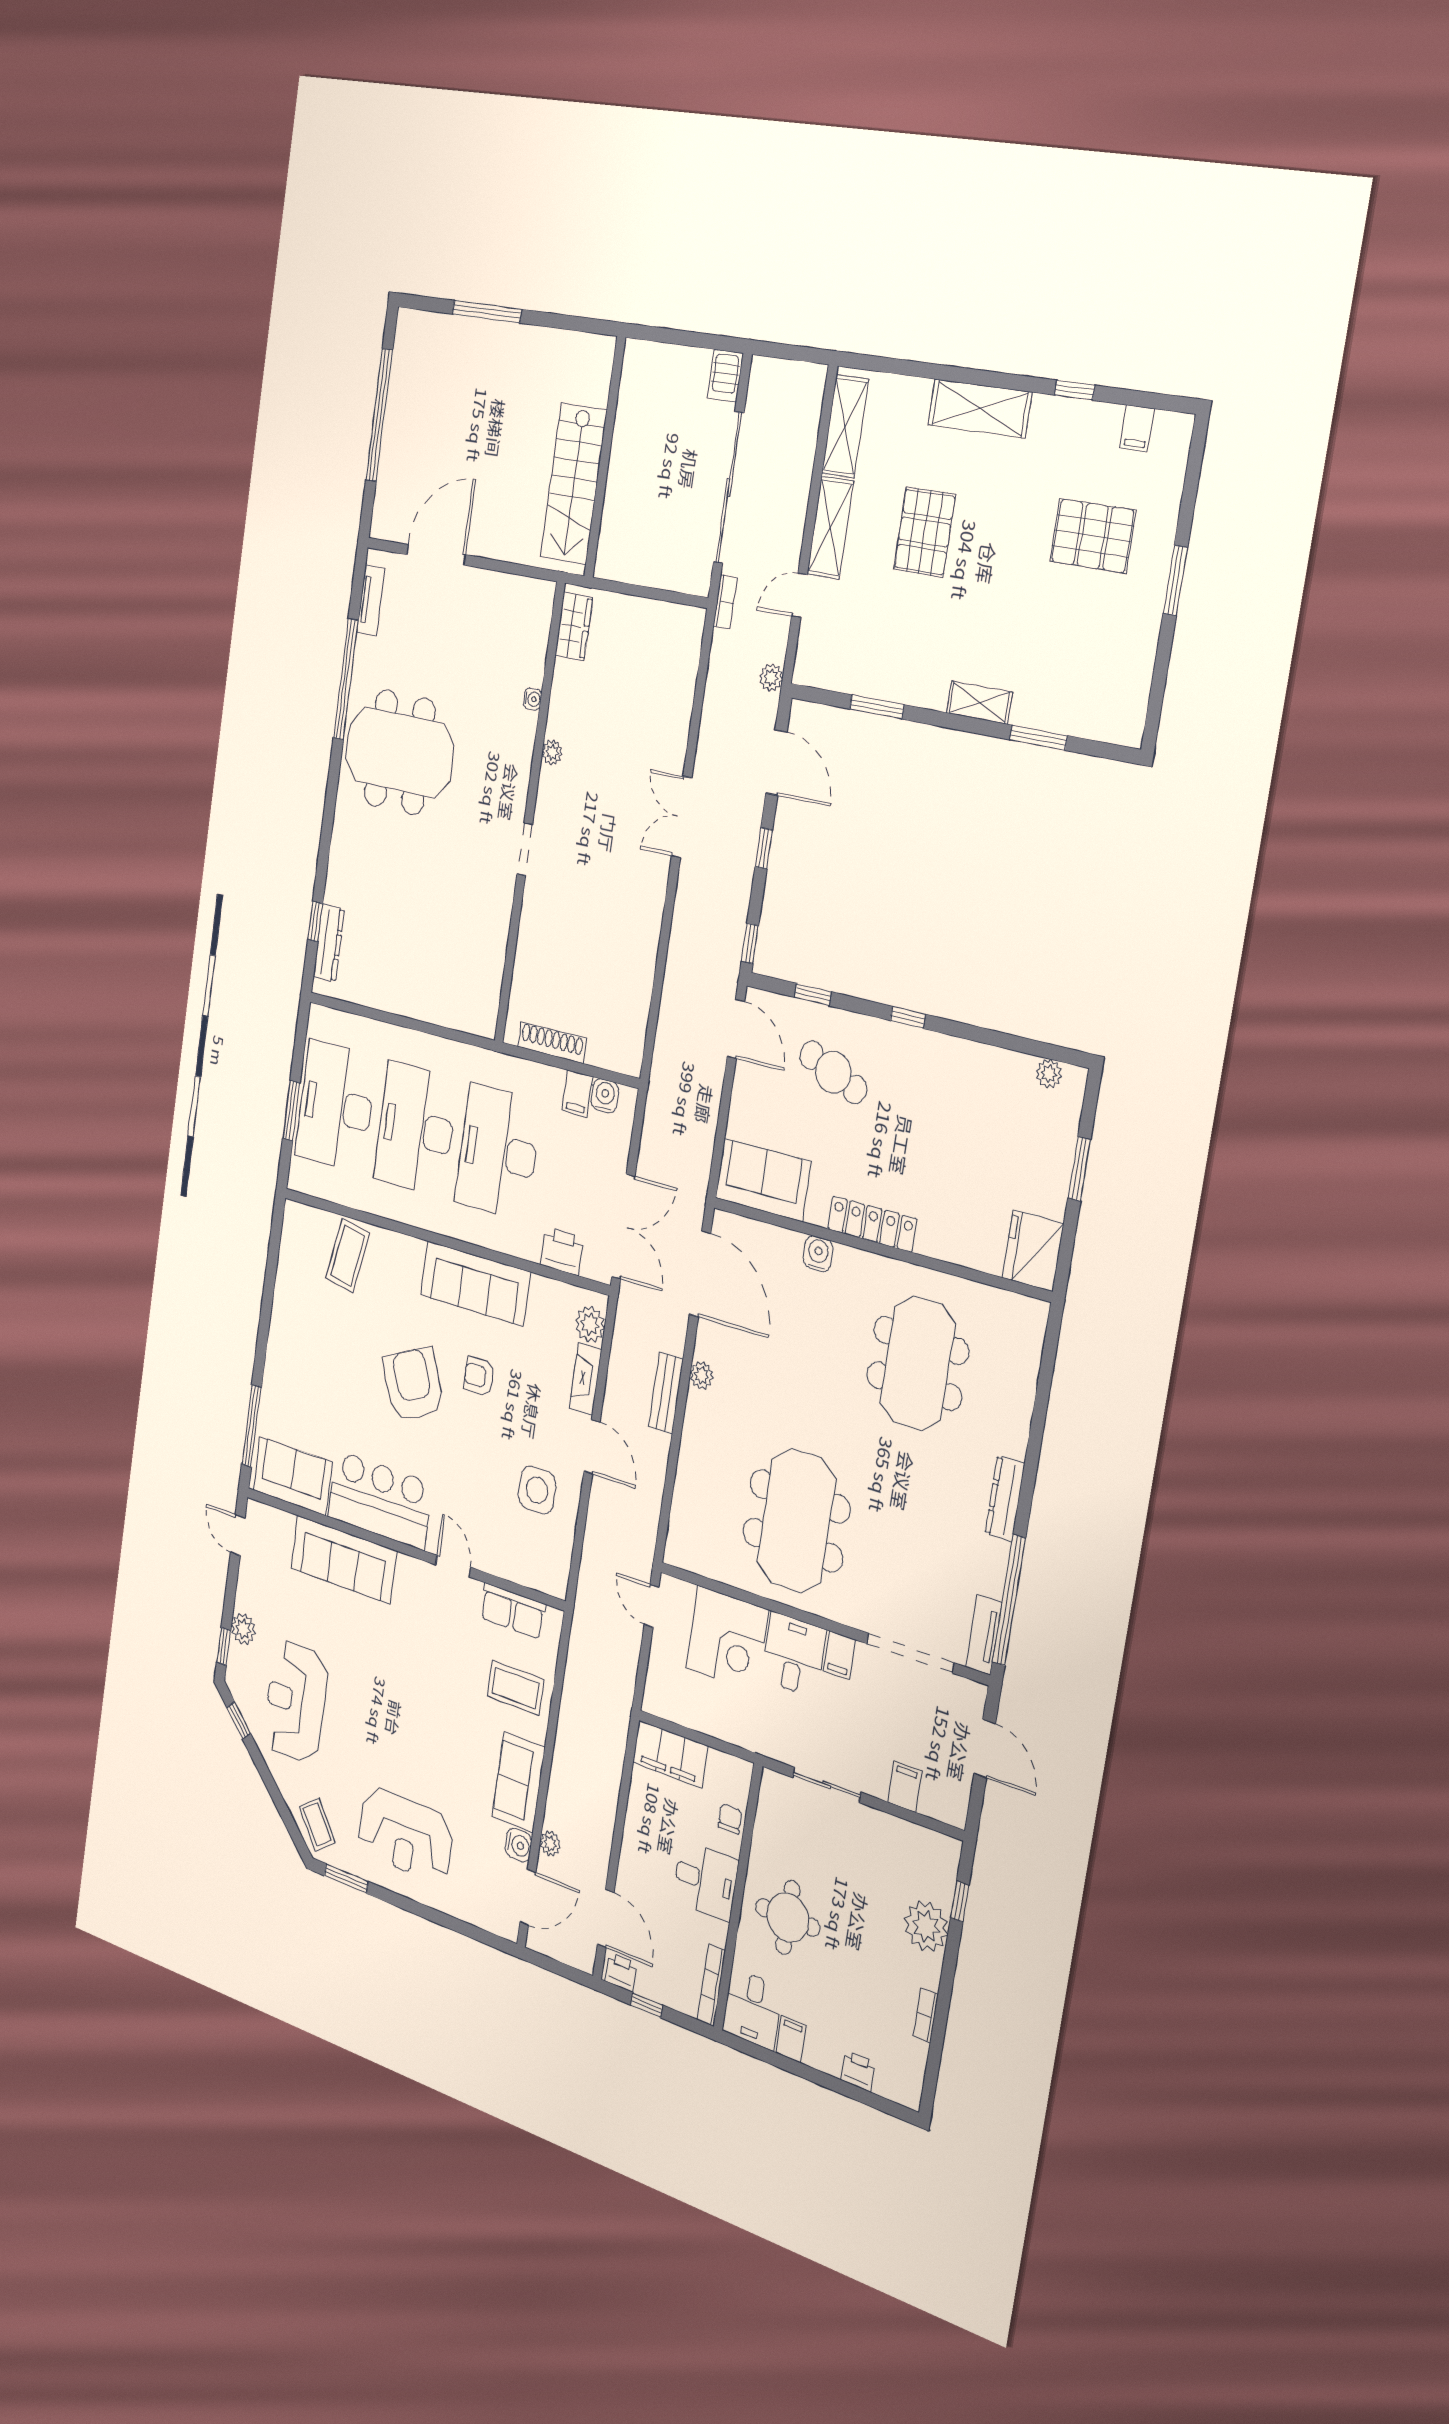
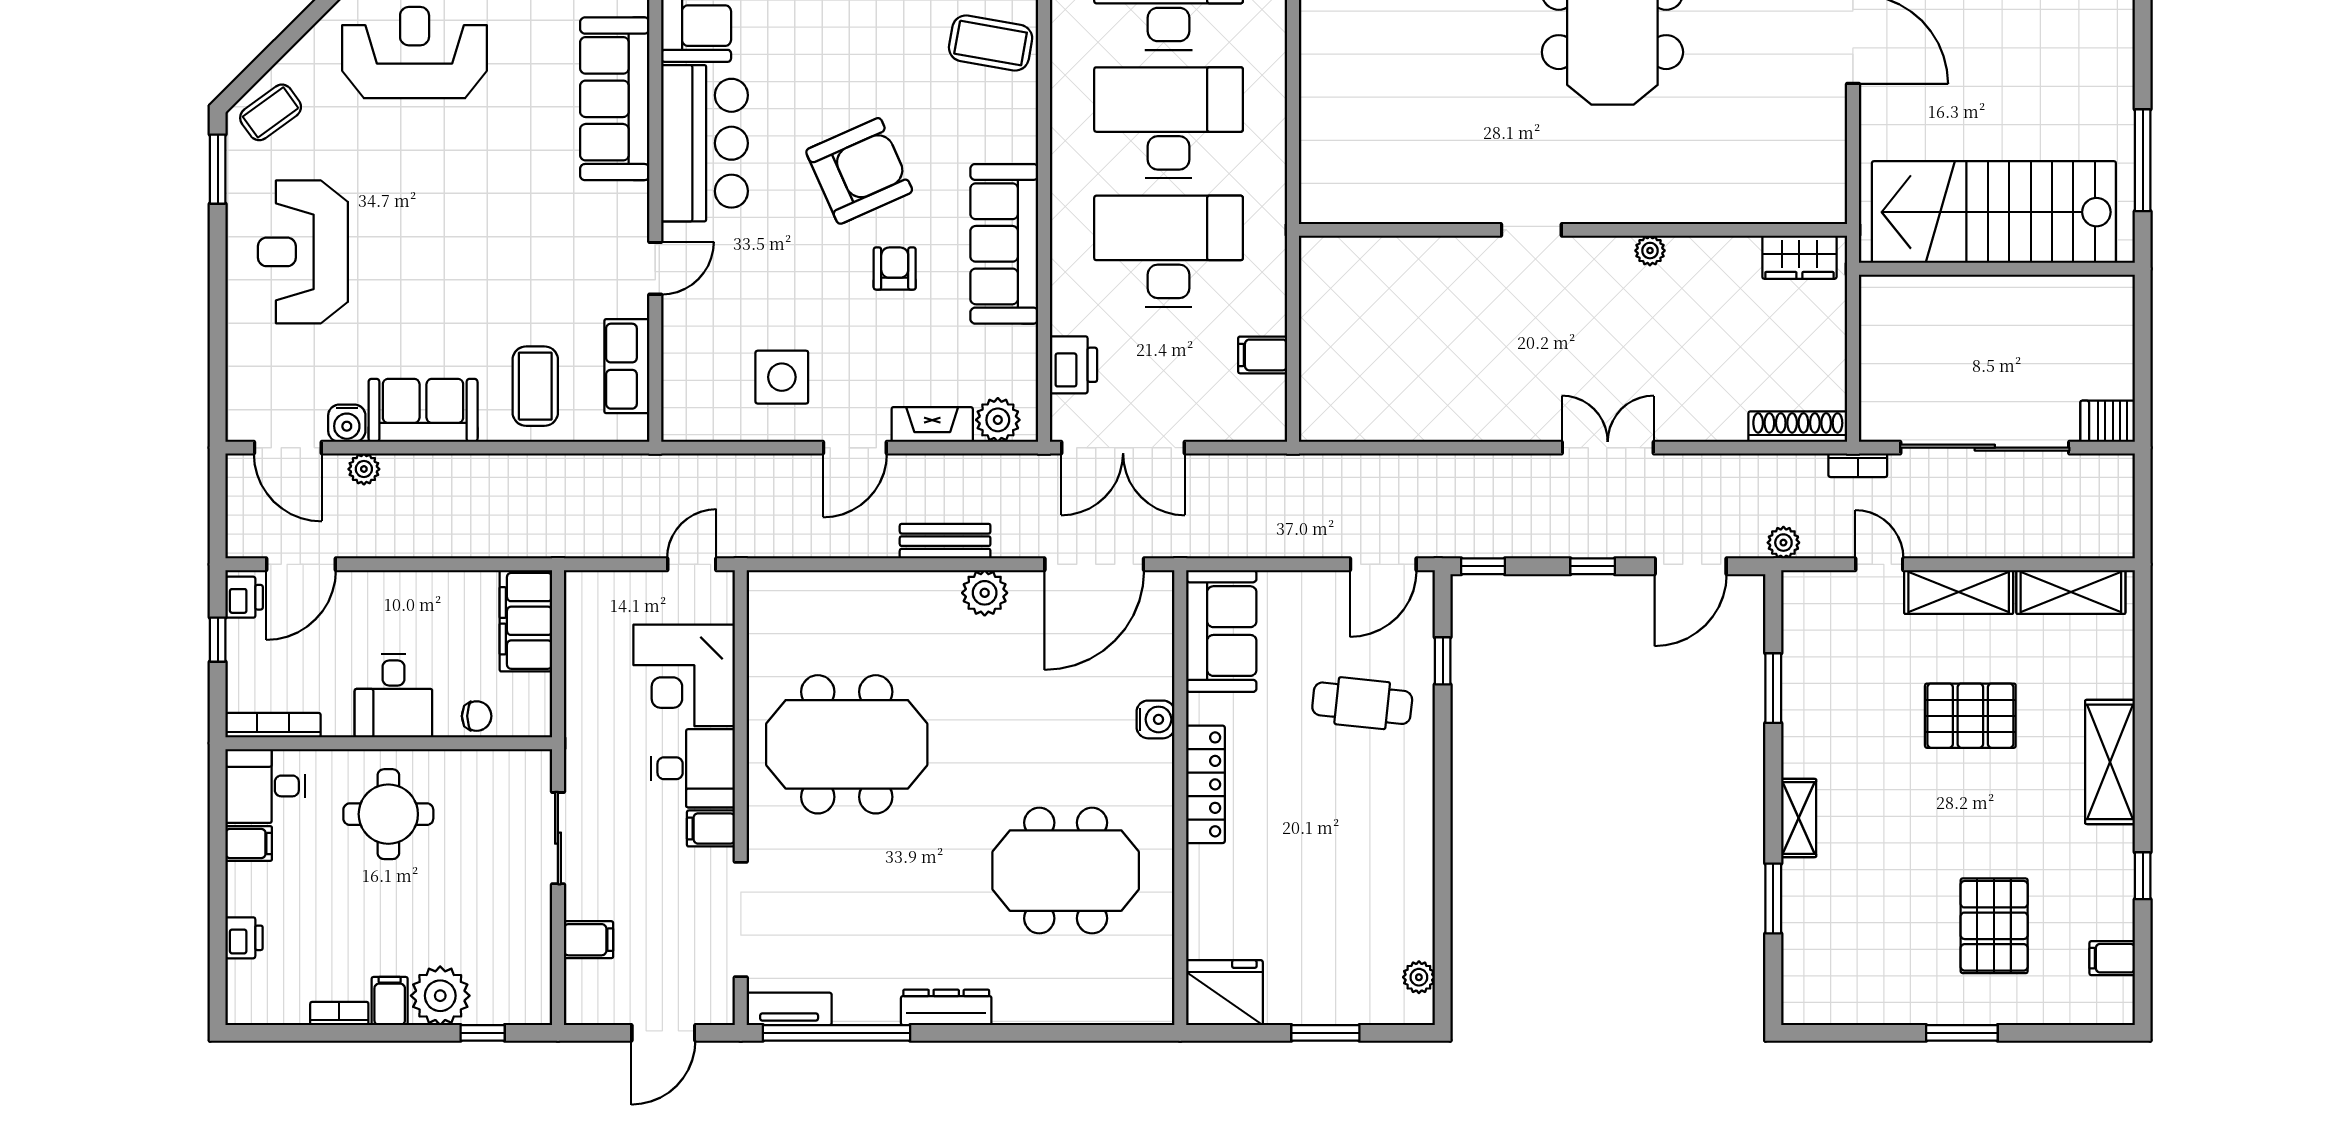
window: (487, 312) -> (2143, 160), moved
stairs: (574, 484) -> (1994, 212), width x1.36, depth x1.51
water cooler: (533, 699) -> (1707, 212), removed
window: (908, 1017) -> (1443, 789), removed
shoe rack: (552, 1043) -> (1798, 427), moved, turned -90
cafe table: (833, 1072) -> (1362, 703), turned 74
water cooler: (605, 1096) -> (1268, 395), removed
plant: (701, 1375) -> (985, 593), width x1.38, depth x1.38
filing cabinet: (923, 1970) -> (390, 1001), added

